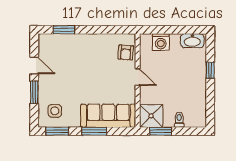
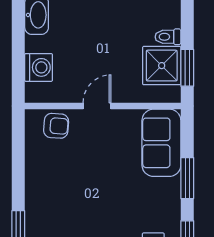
sofa: (108, 116) -> (161, 143), width x0.73
shower: (151, 116) -> (162, 66), moved

